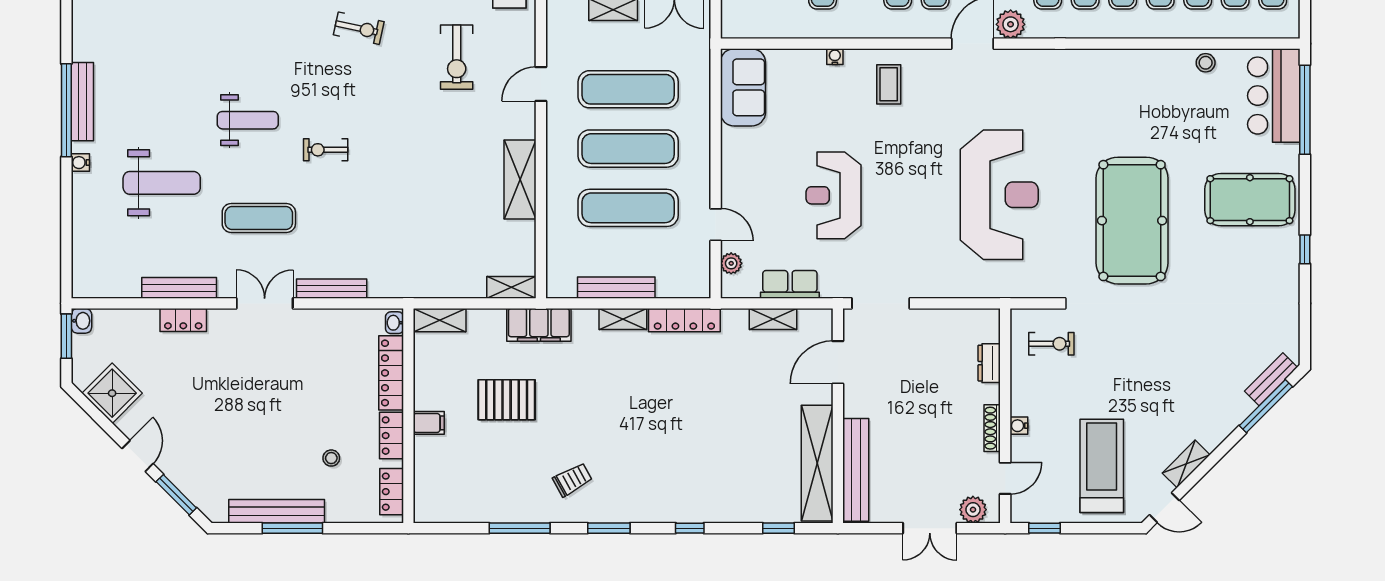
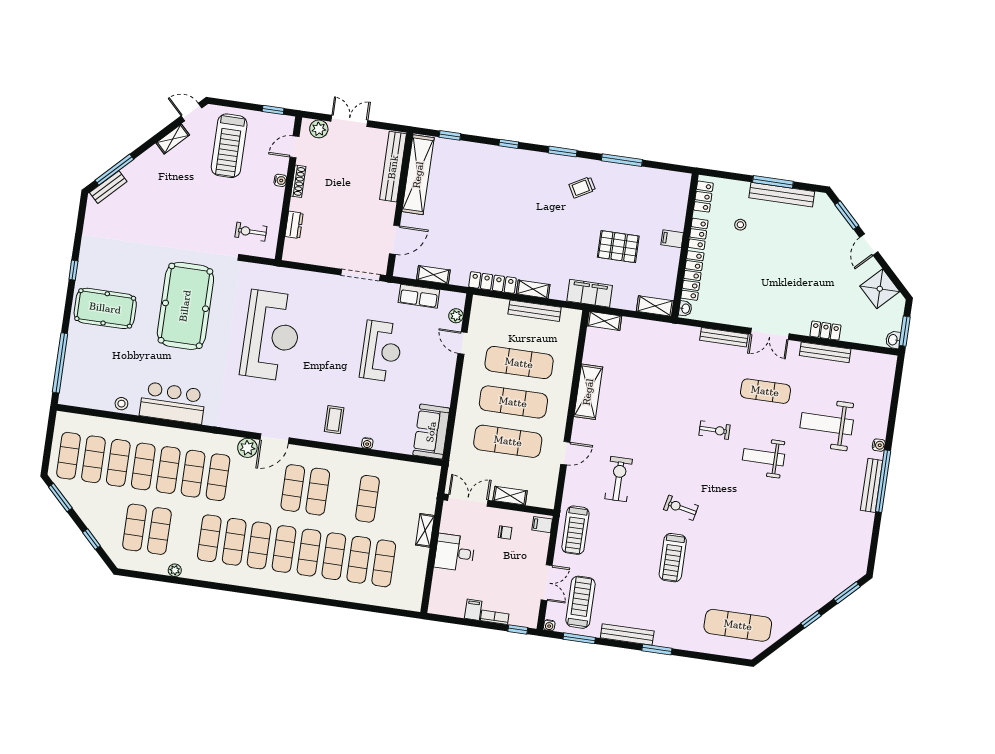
bar counter: (1274, 96) -> (173, 403), moved, turned -90
reception desk: (999, 195) -> (271, 336), turned 180

